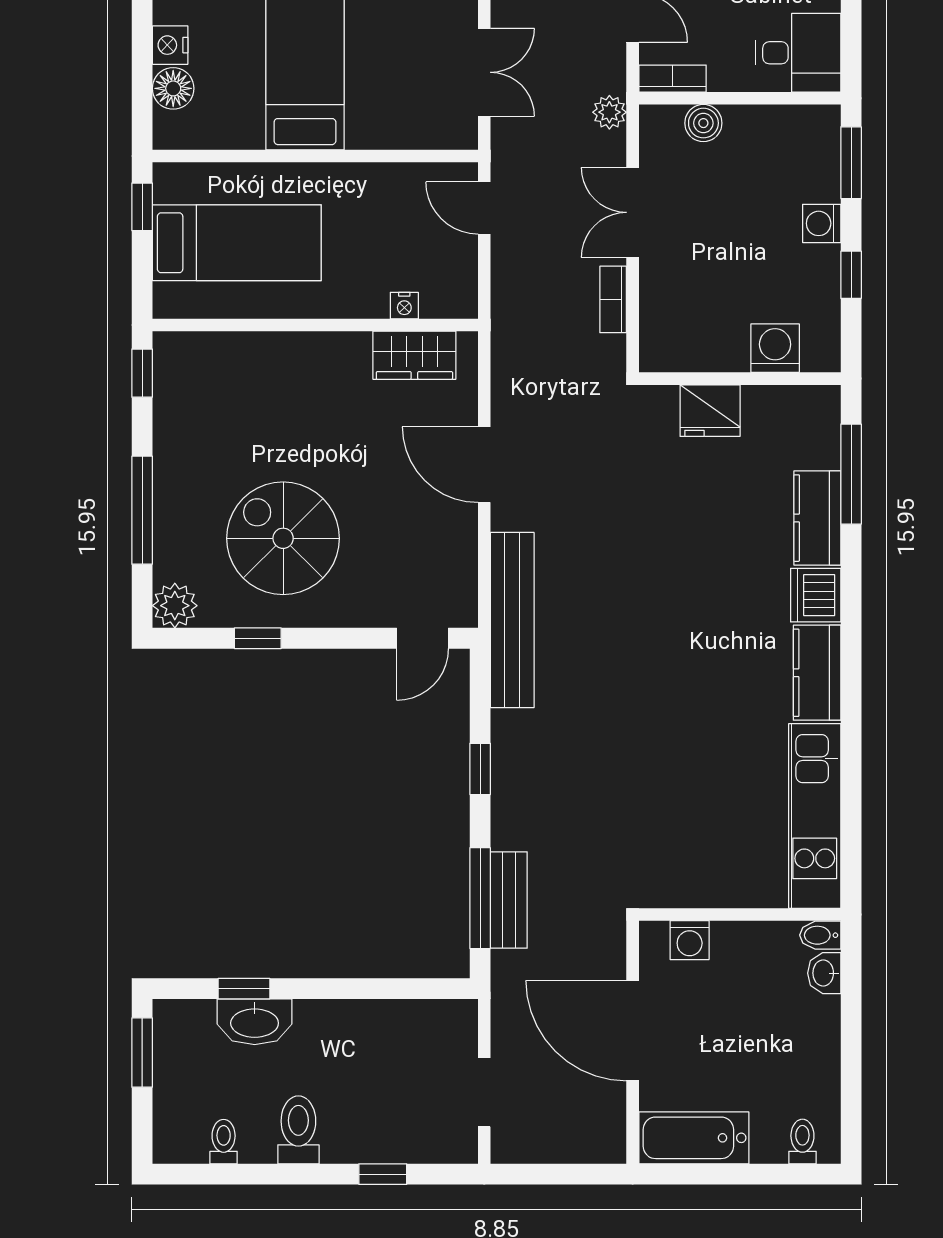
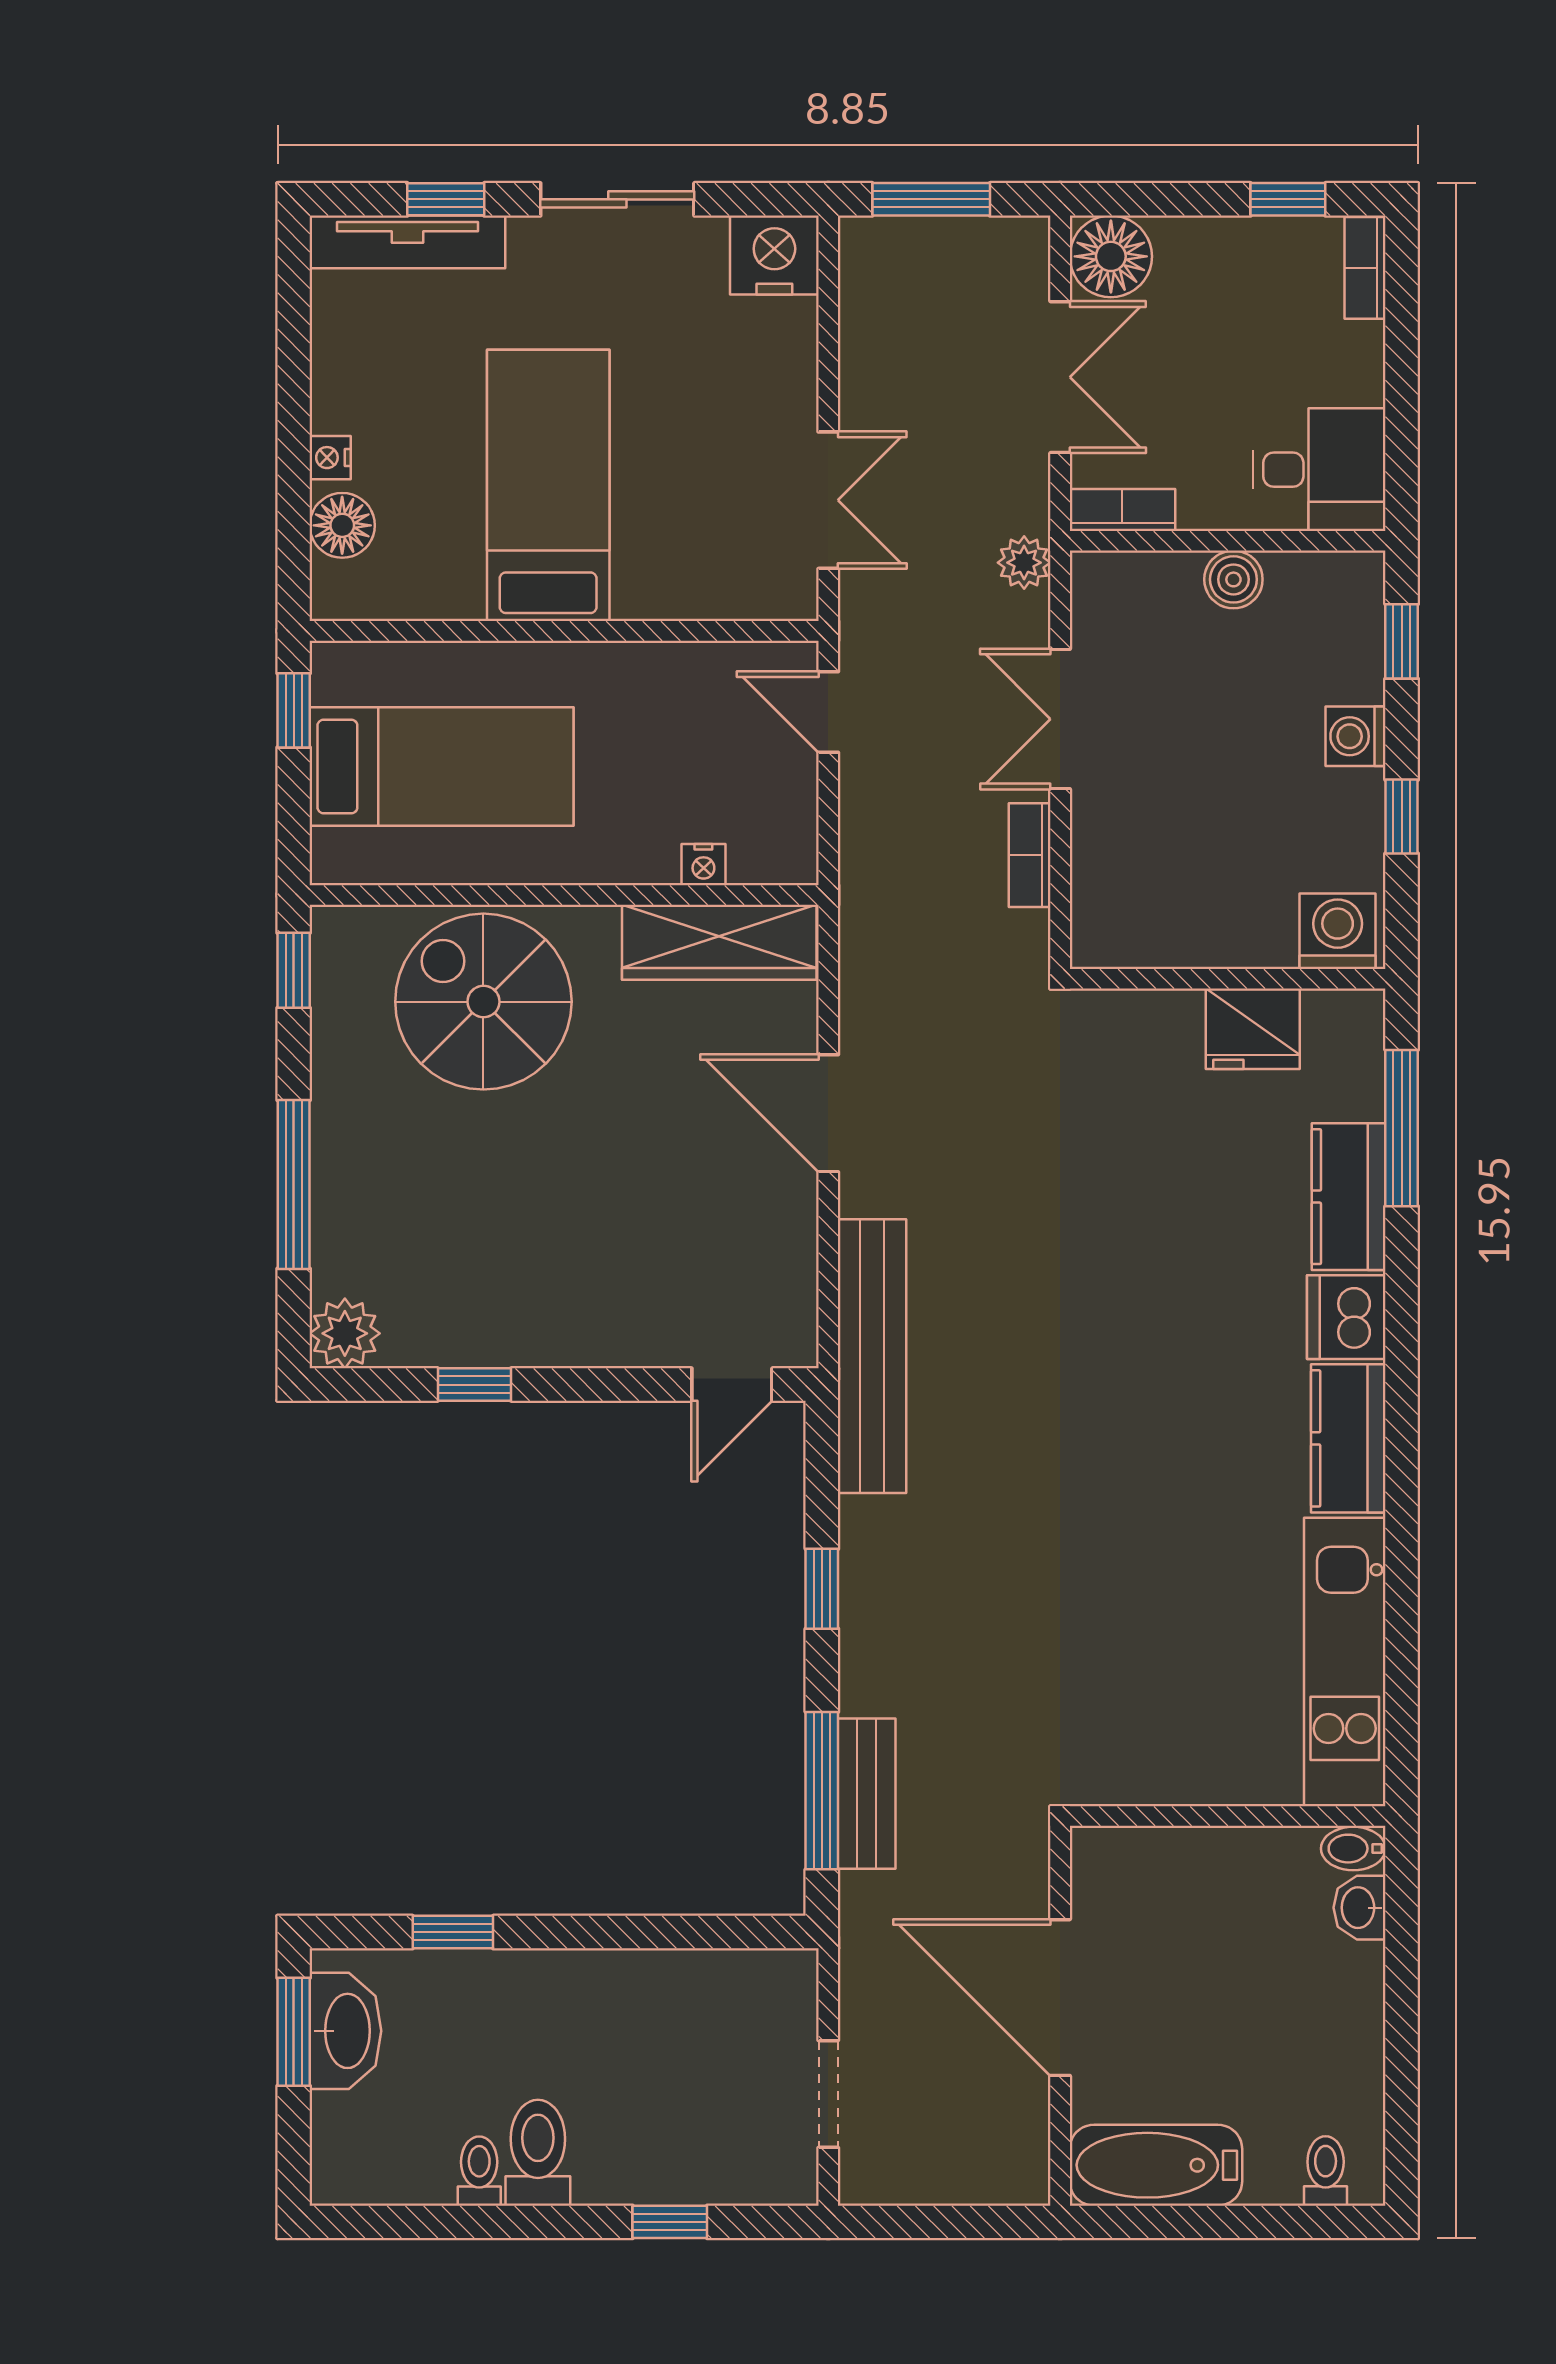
nightstand: (170, 45) -> (330, 458), width x0.72, depth x0.74
boiler: (703, 123) -> (1233, 579), moved
window: (851, 163) -> (1402, 641), width x0.67
washing machine: (775, 348) -> (1338, 931), moved
wardrobe: (414, 355) -> (719, 942), width x1.50
fridge: (710, 411) -> (1253, 1029), moved
spiral stairs: (283, 538) -> (483, 1002), moved
washing machine: (690, 940) -> (1149, 1856), removed
washbasin: (255, 1022) -> (345, 2031), moved, turned -90
toilet: (224, 1142) -> (479, 2171), moved

